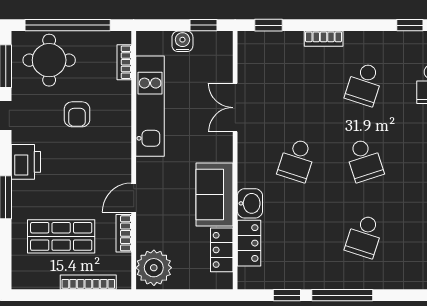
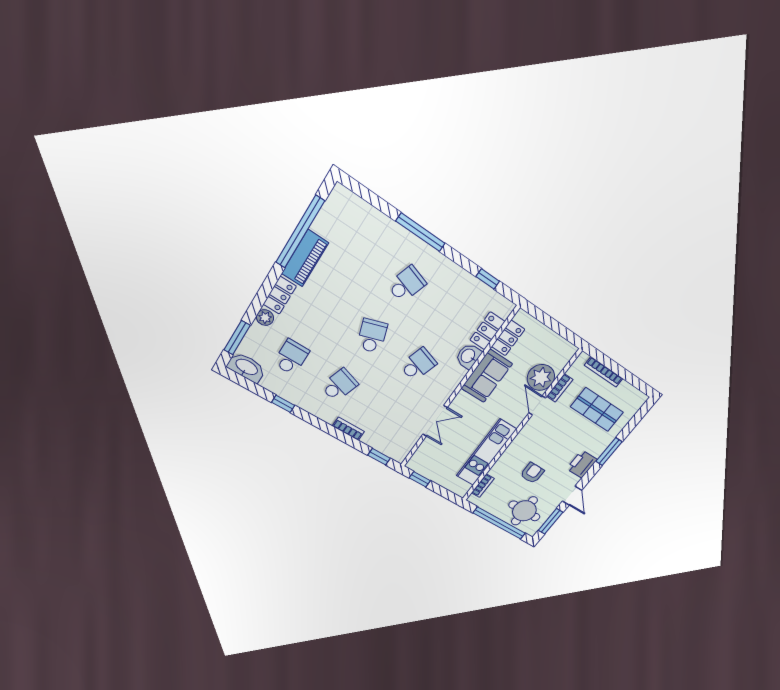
water cooler: (182, 41) -> (439, 478), removed
door: (134, 198) -> (537, 405), swing flipped
plant: (154, 268) -> (541, 377), moved
window: (342, 295) -> (421, 232), moved

